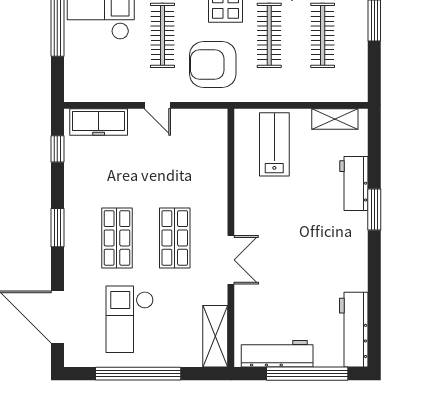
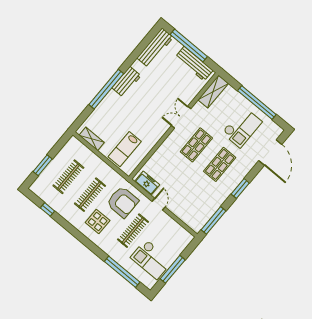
freezer: (99, 122) -> (147, 183), moved, width x0.71
window: (57, 149) -> (214, 220), width x2.17
workbench: (354, 183) -> (126, 82), moved
window: (374, 209) -> (106, 89), width x2.11

